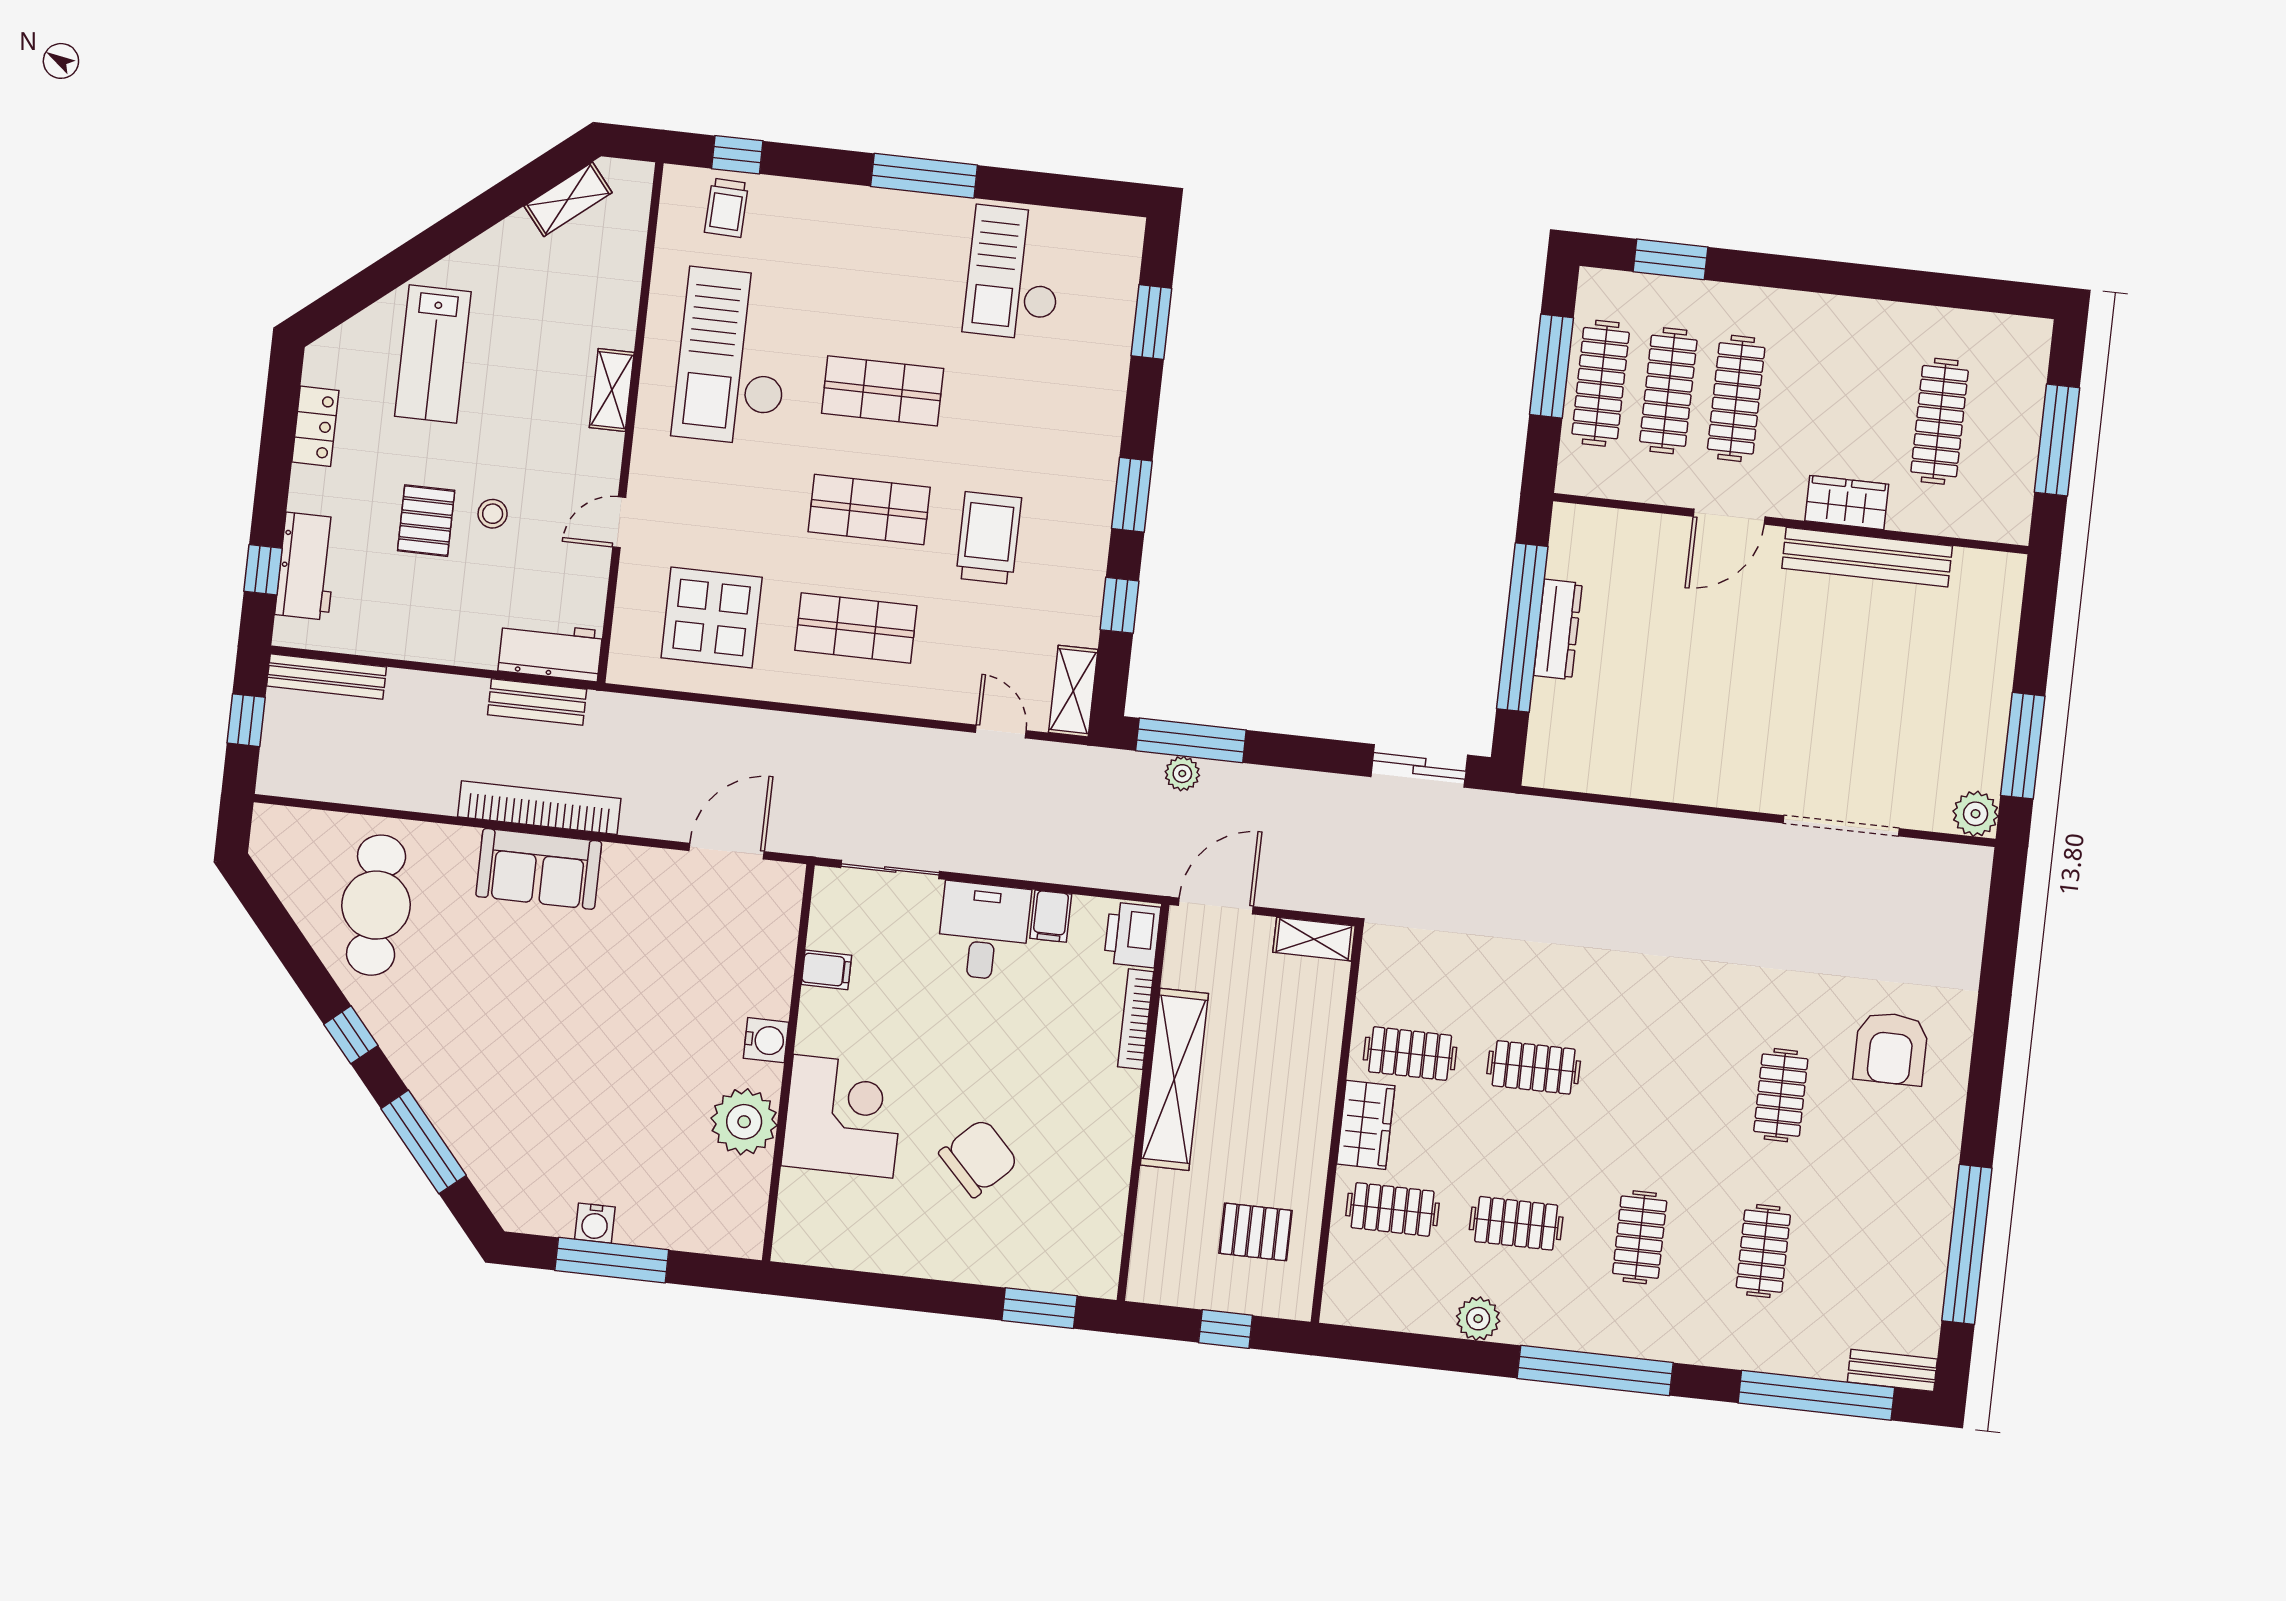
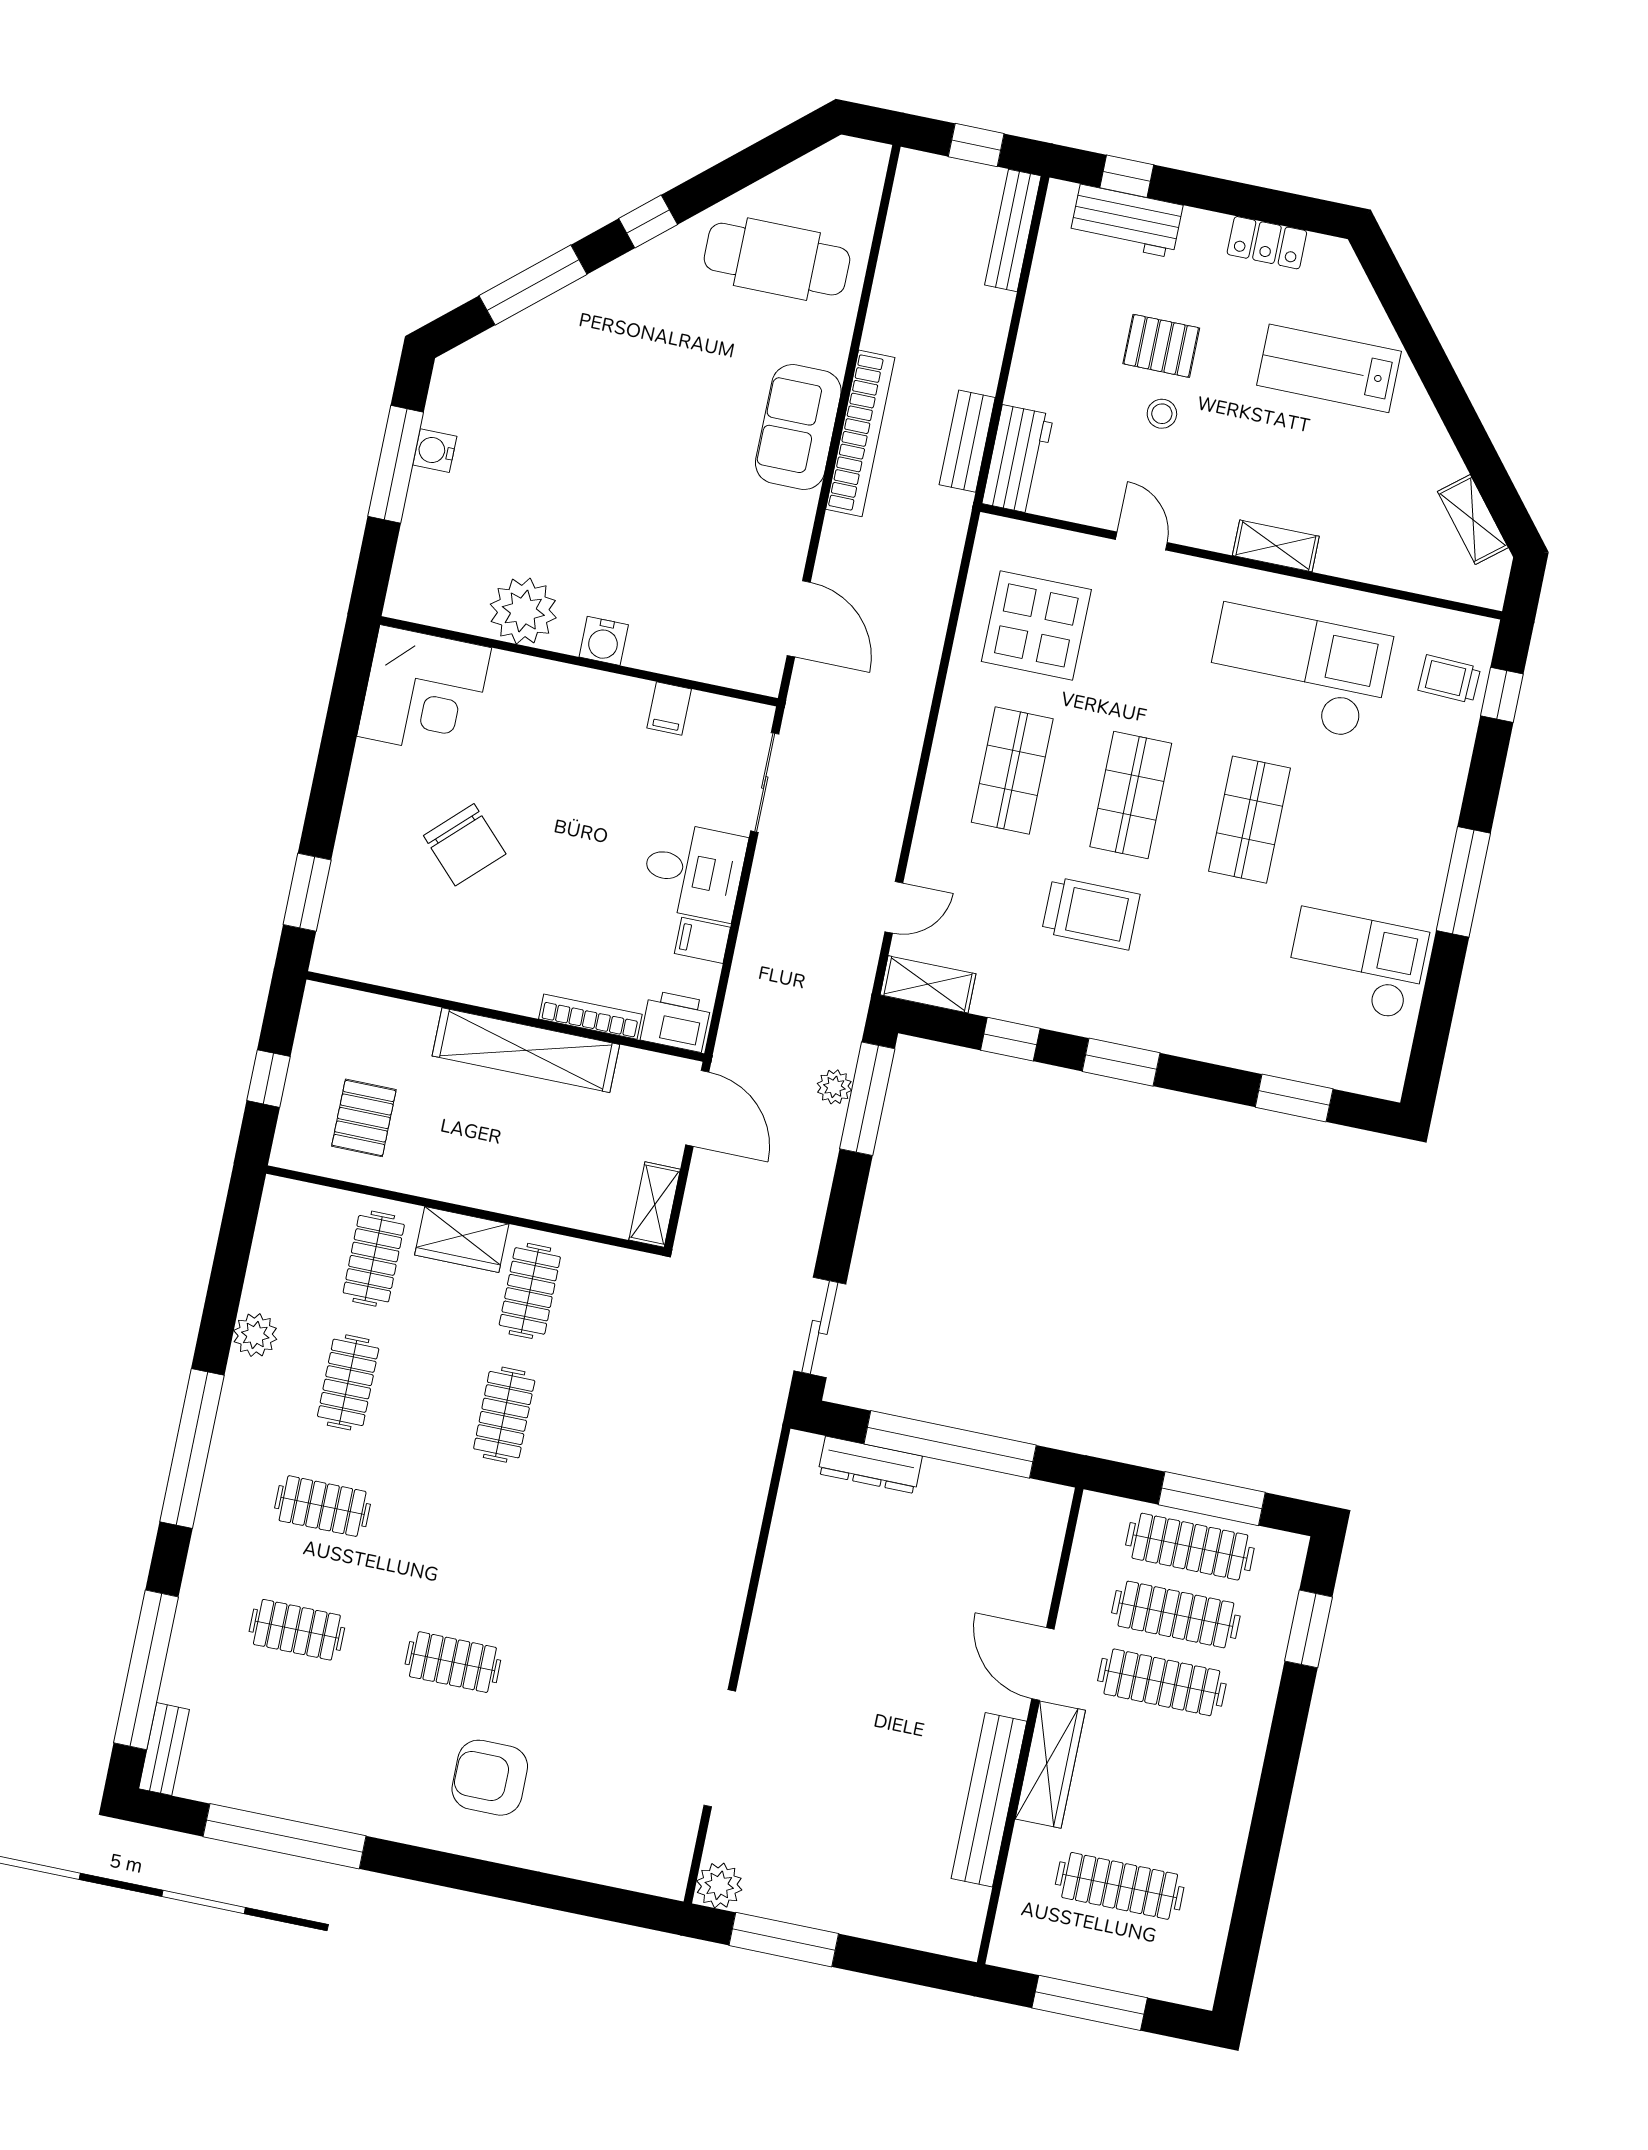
wardrobe: (1847, 503) -> (1050, 1765), width x1.50
dresser: (1558, 629) -> (870, 1465), moved
corner desk: (843, 1116) -> (424, 692), moved

